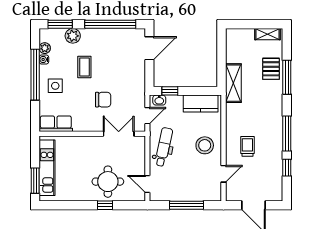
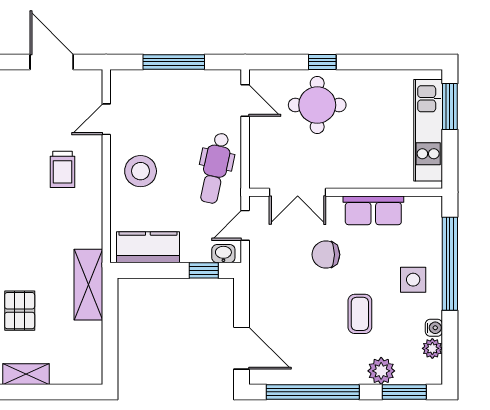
door: (149, 48) -> (241, 348), swing flipped
window: (35, 75) -> (450, 264), moved
row of seats: (56, 124) -> (373, 210), moved

